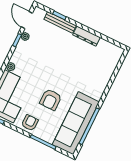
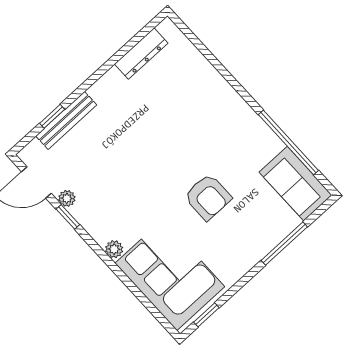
dresser: (86, 36) -> (141, 54), moved
armchair: (30, 123) -> (237, 255), removed
sofa: (76, 123) -> (296, 184), width x0.54, depth x0.79

